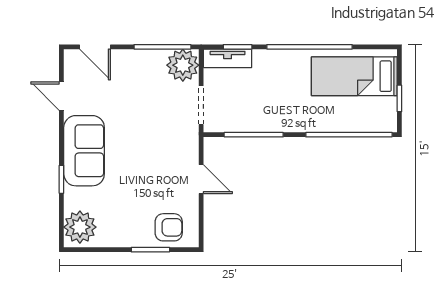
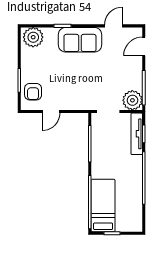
tv unit: (228, 58) -> (137, 134), width x1.41
bed: (354, 76) -> (103, 205), moved
door: (201, 179) -> (51, 112), moved

